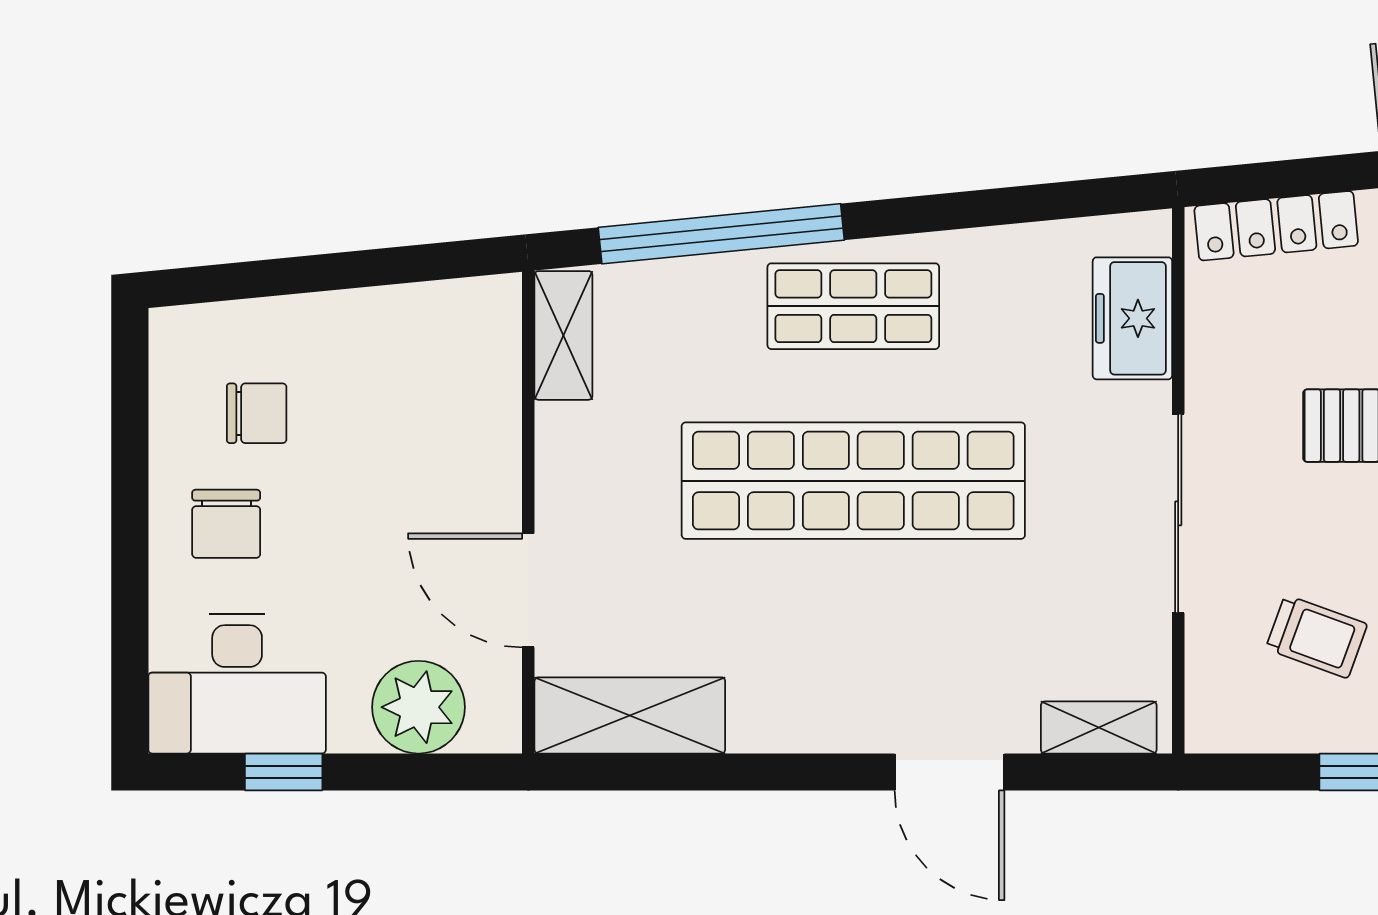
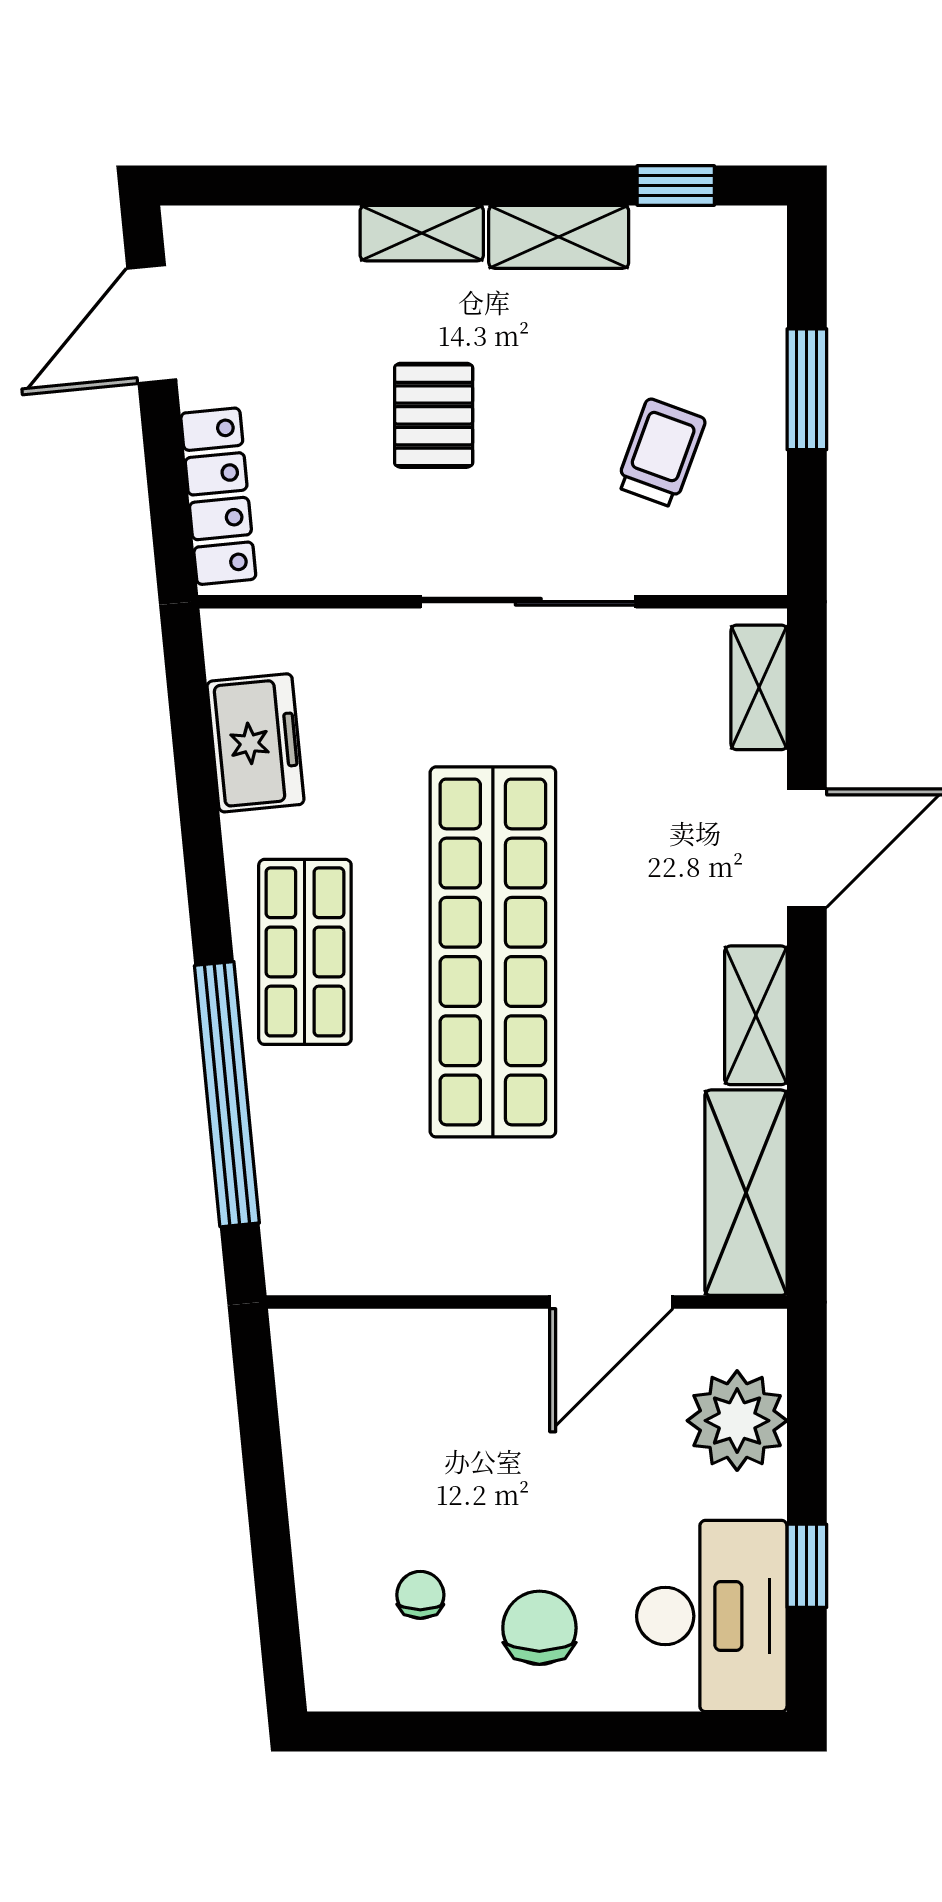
freezer: (1132, 318) -> (255, 743), moved, turned -96
shelving: (563, 335) -> (756, 1015), moved, turned 90
chair: (257, 413) -> (420, 1595), width x0.73, depth x0.73
chair: (226, 524) -> (539, 1628), turned -90

